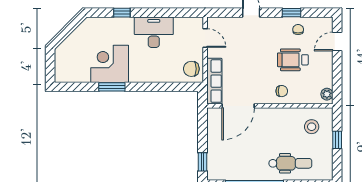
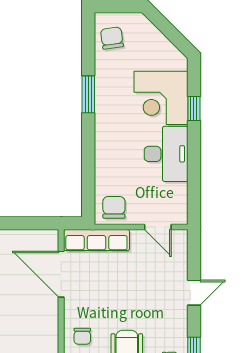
door: (205, 38) -> (158, 227), hinge flipped
corner desk: (110, 64) -> (161, 98), moved, turned 180
chair: (72, 70) -> (112, 38), added

